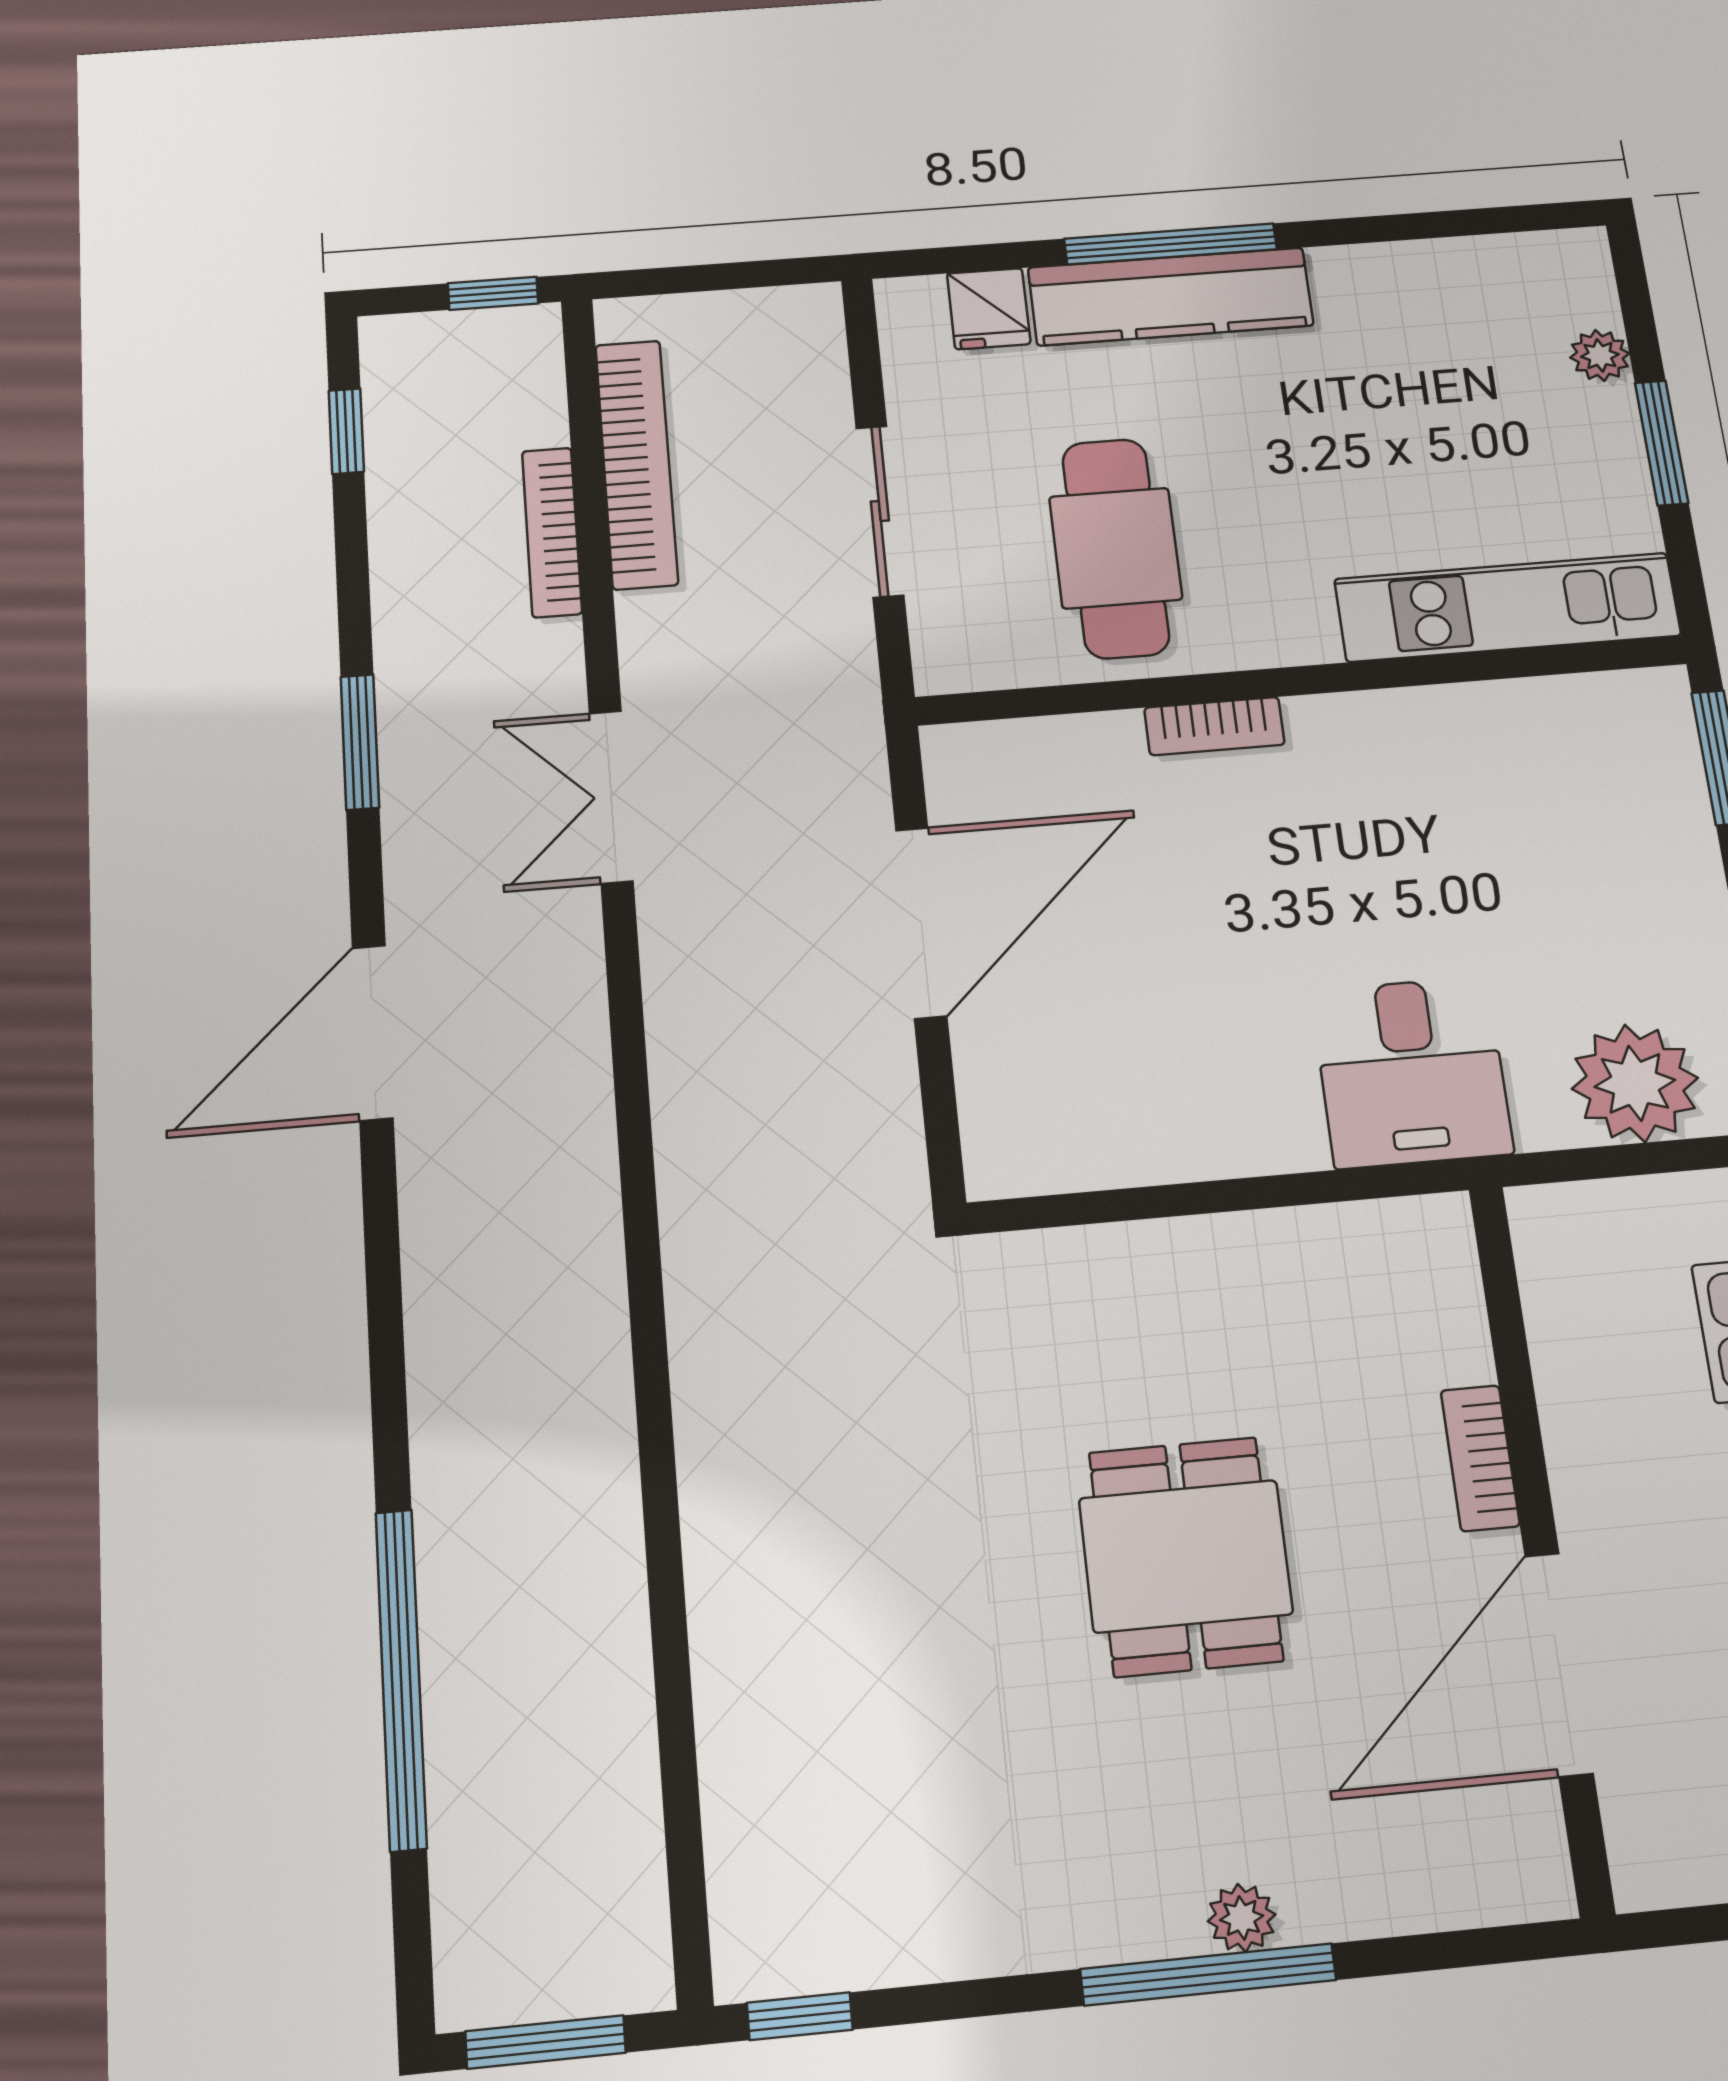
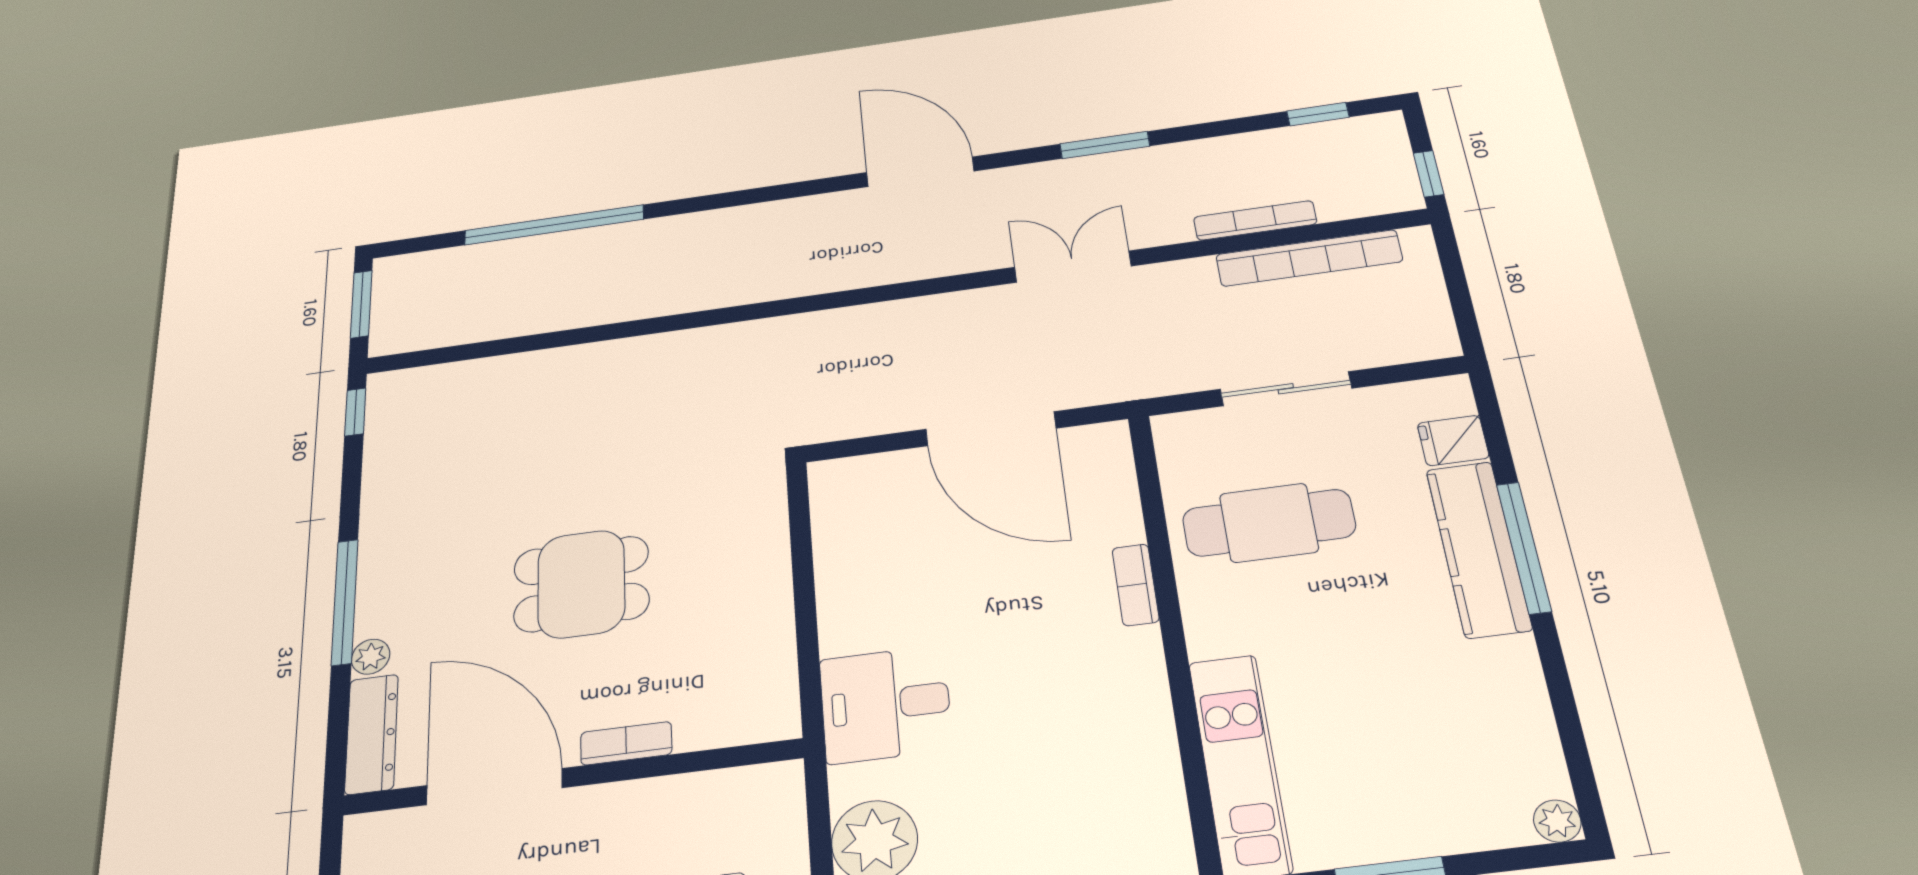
plant: (1600, 355) -> (1557, 821), moved
dresser: (1466, 1887) -> (372, 734), added
plant: (1242, 1918) -> (371, 657), moved

